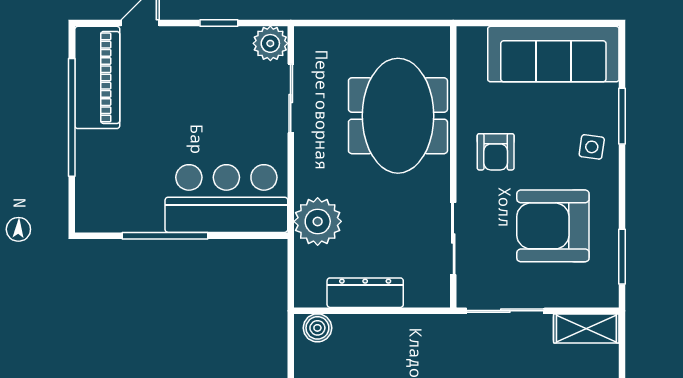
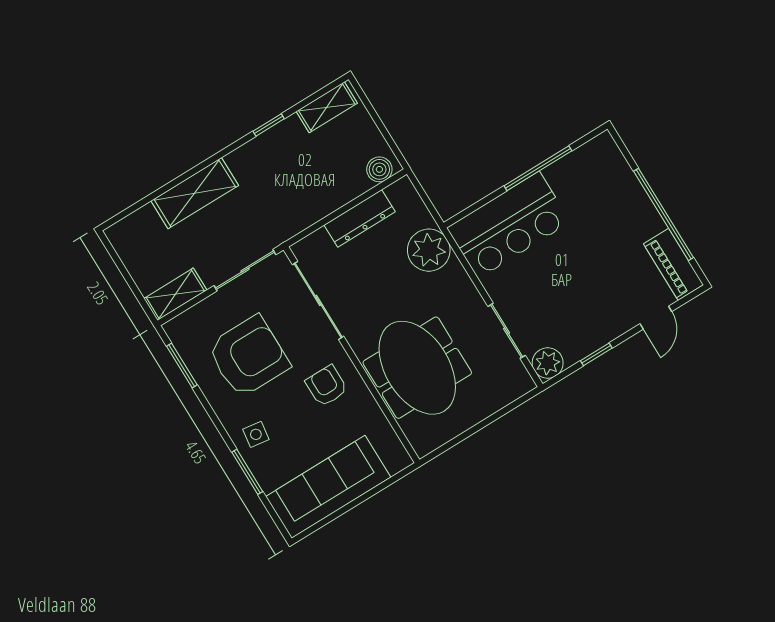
piano: (97, 77) -> (673, 264), width x0.73, depth x0.75
sliding door: (453, 239) -> (318, 300), width x1.37

